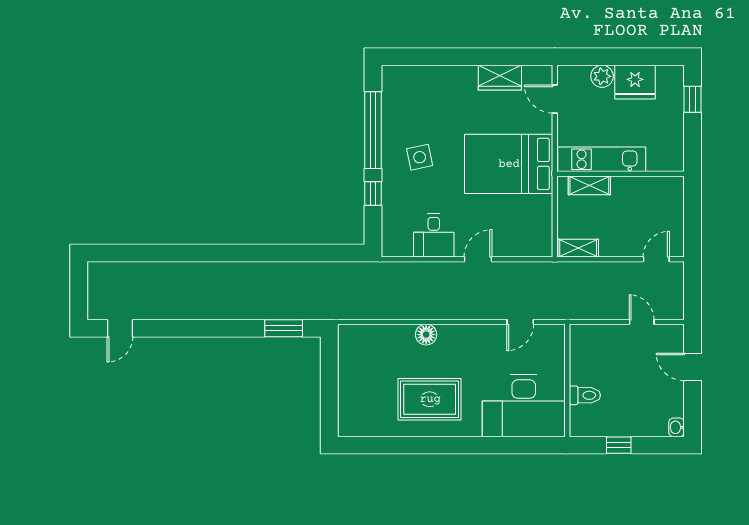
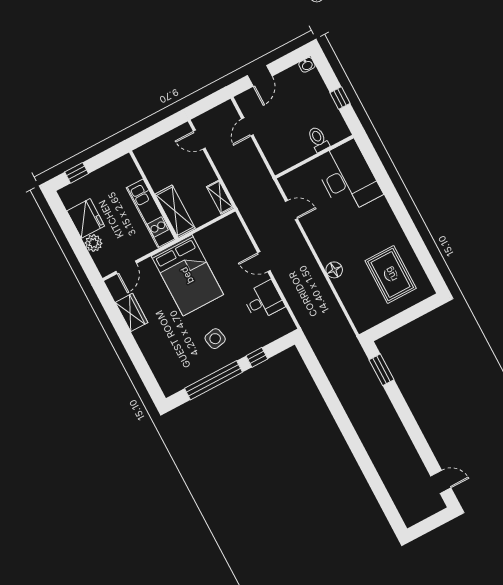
shelving: (589, 185) -> (175, 211), width x1.50, depth x1.33
rug: (430, 399) -> (391, 274), moved

